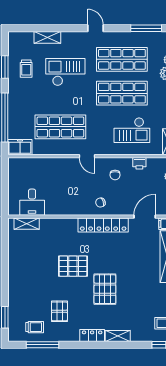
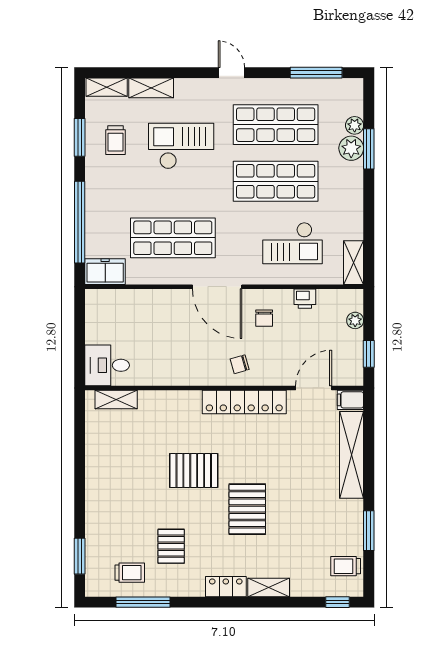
shelving: (21, 37) -> (107, 87), added
door: (87, 156) -> (217, 287), width x1.87
desk: (32, 202) -> (107, 365), moved, turned 90

